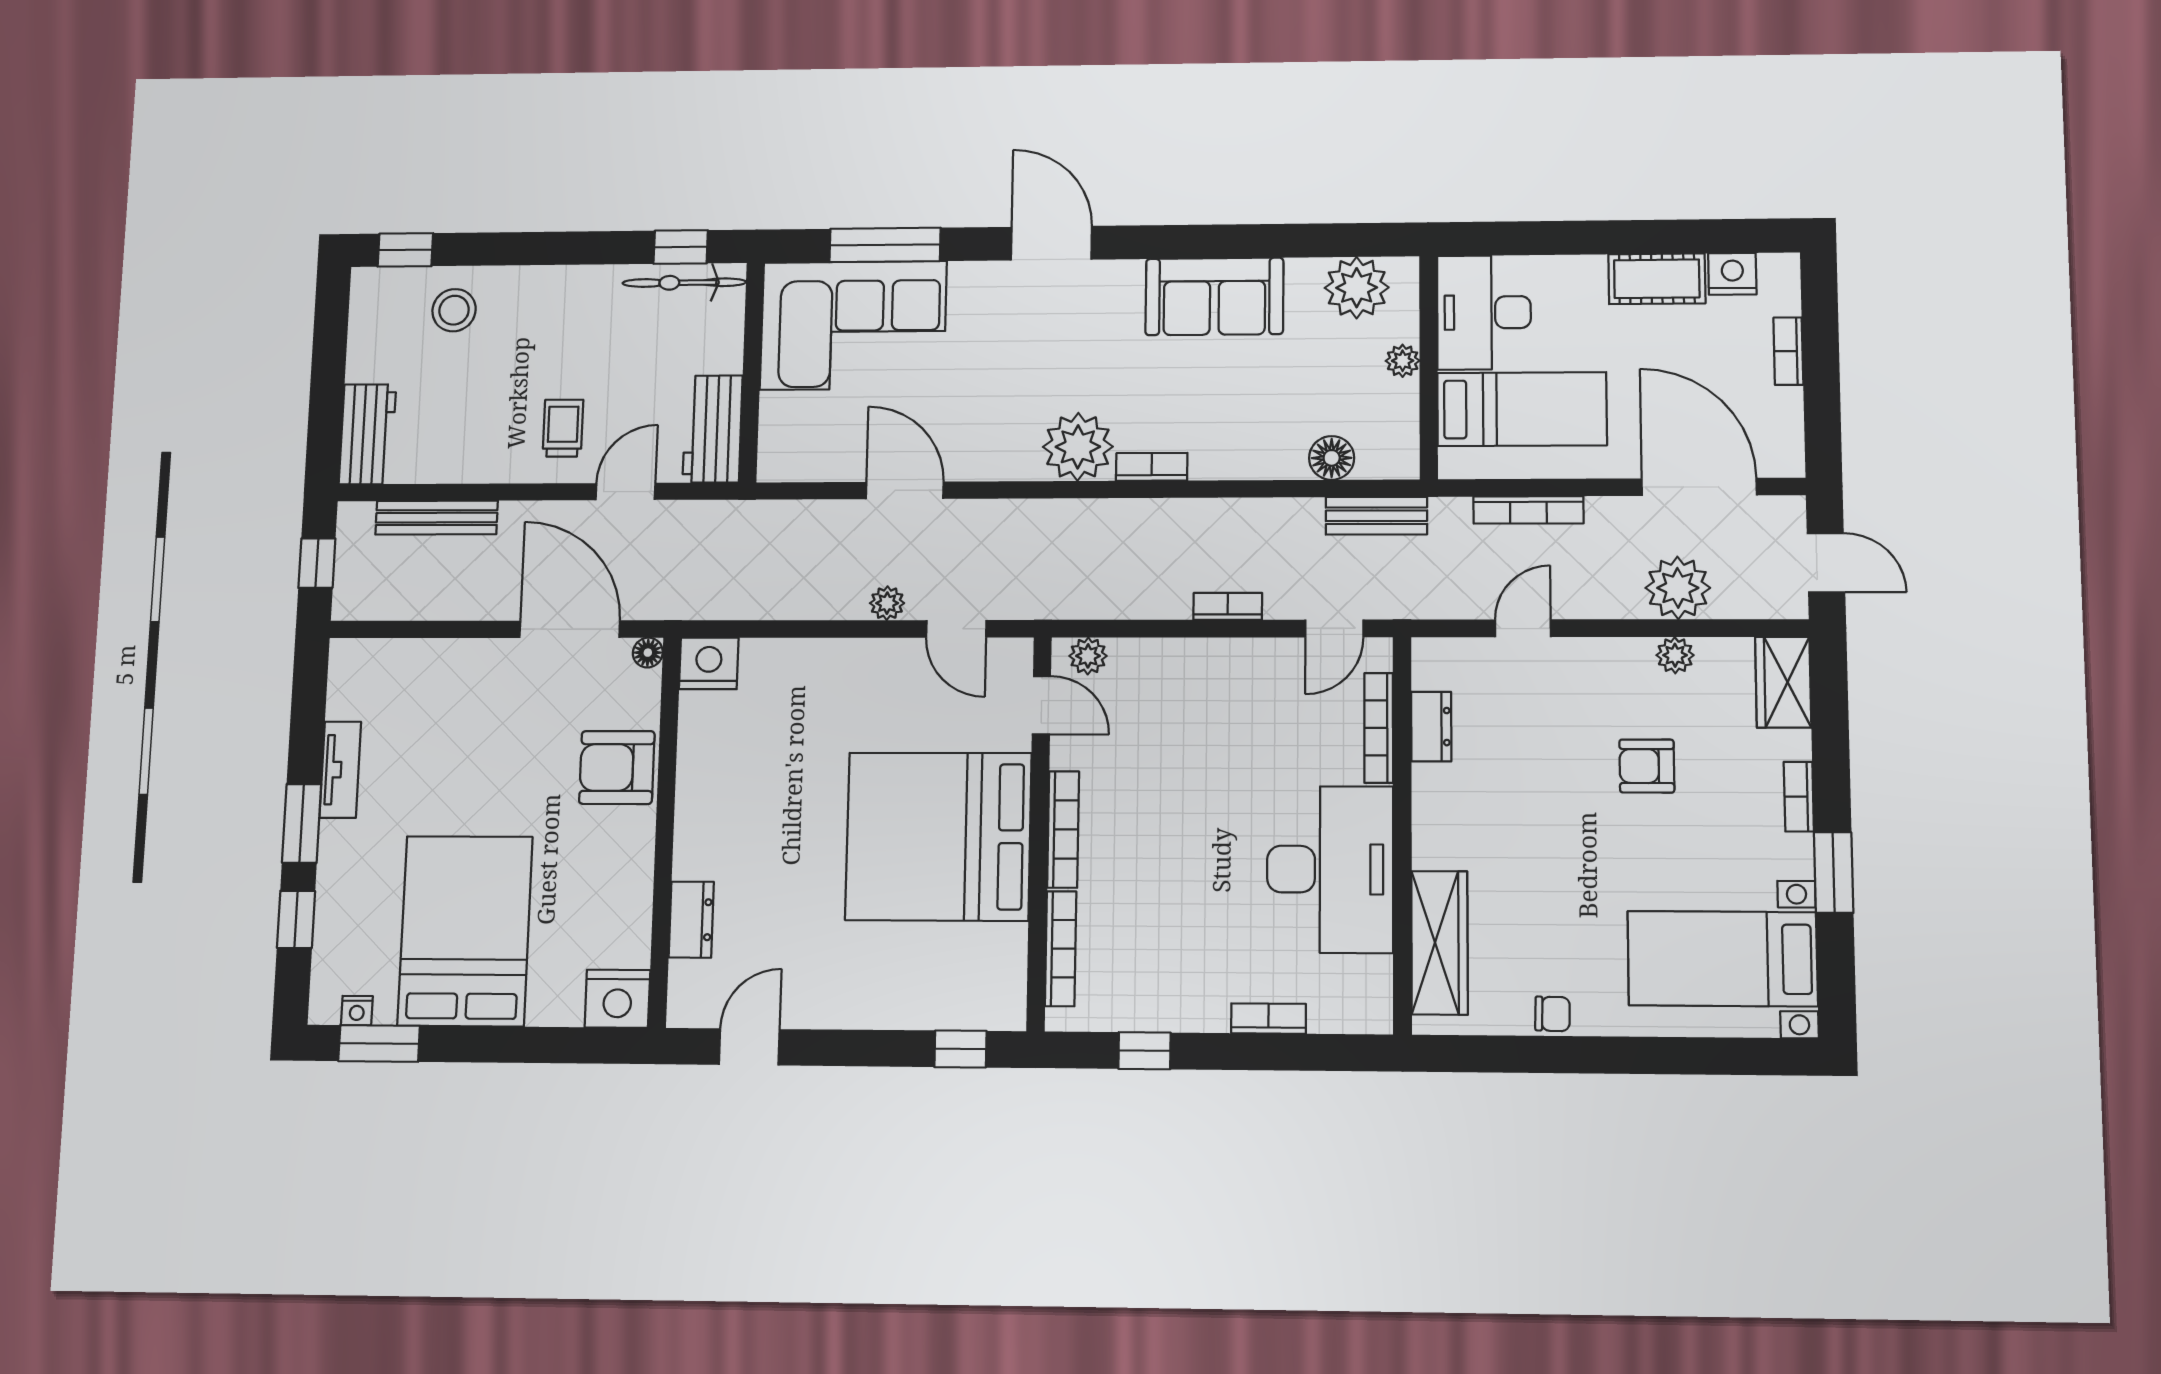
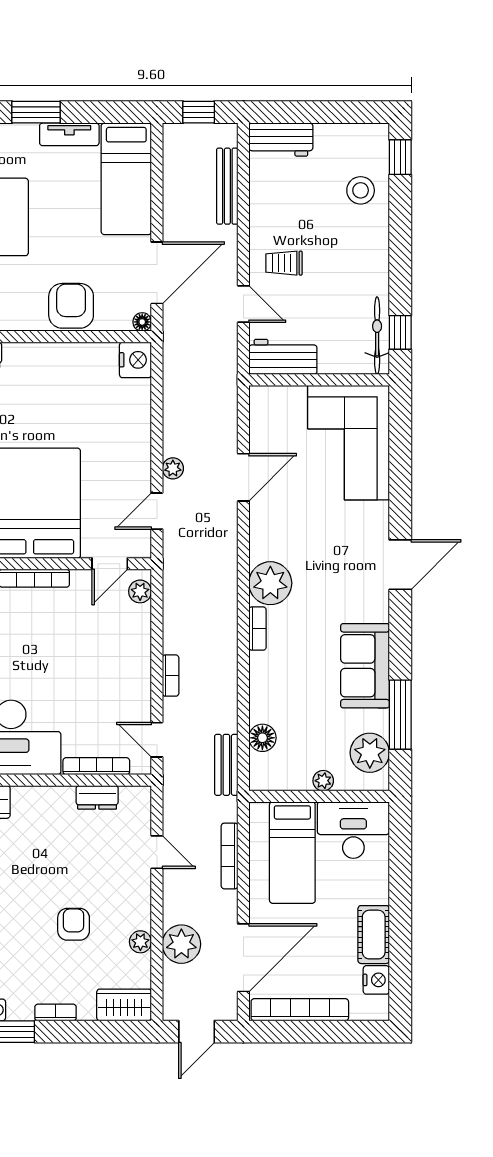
window: (885, 245) -> (400, 715), moved
bookcase: (1788, 351) -> (300, 1010), width x2.31, depth x1.31
trolley: (563, 428) -> (284, 263), turned 180
bed: (416, 678) -> (126, 179), added

